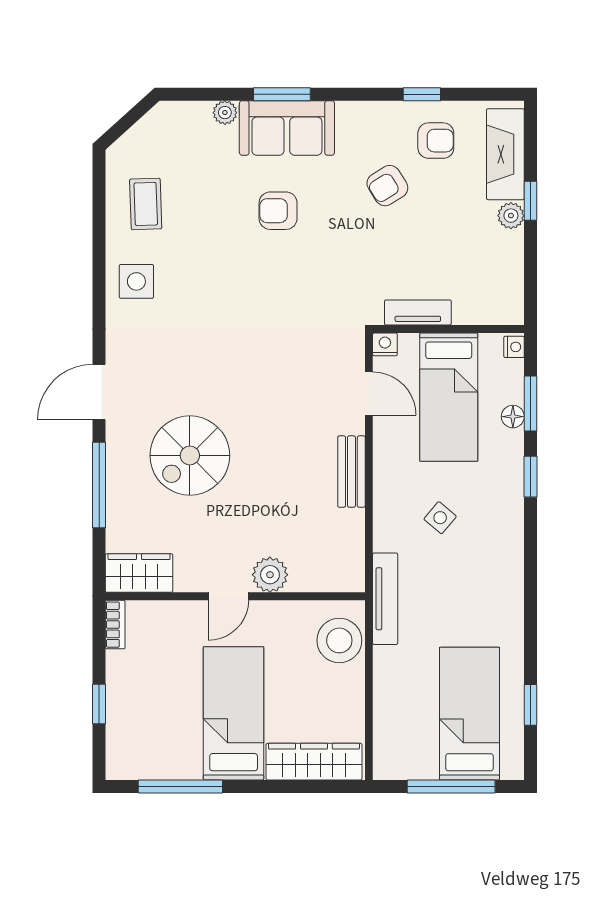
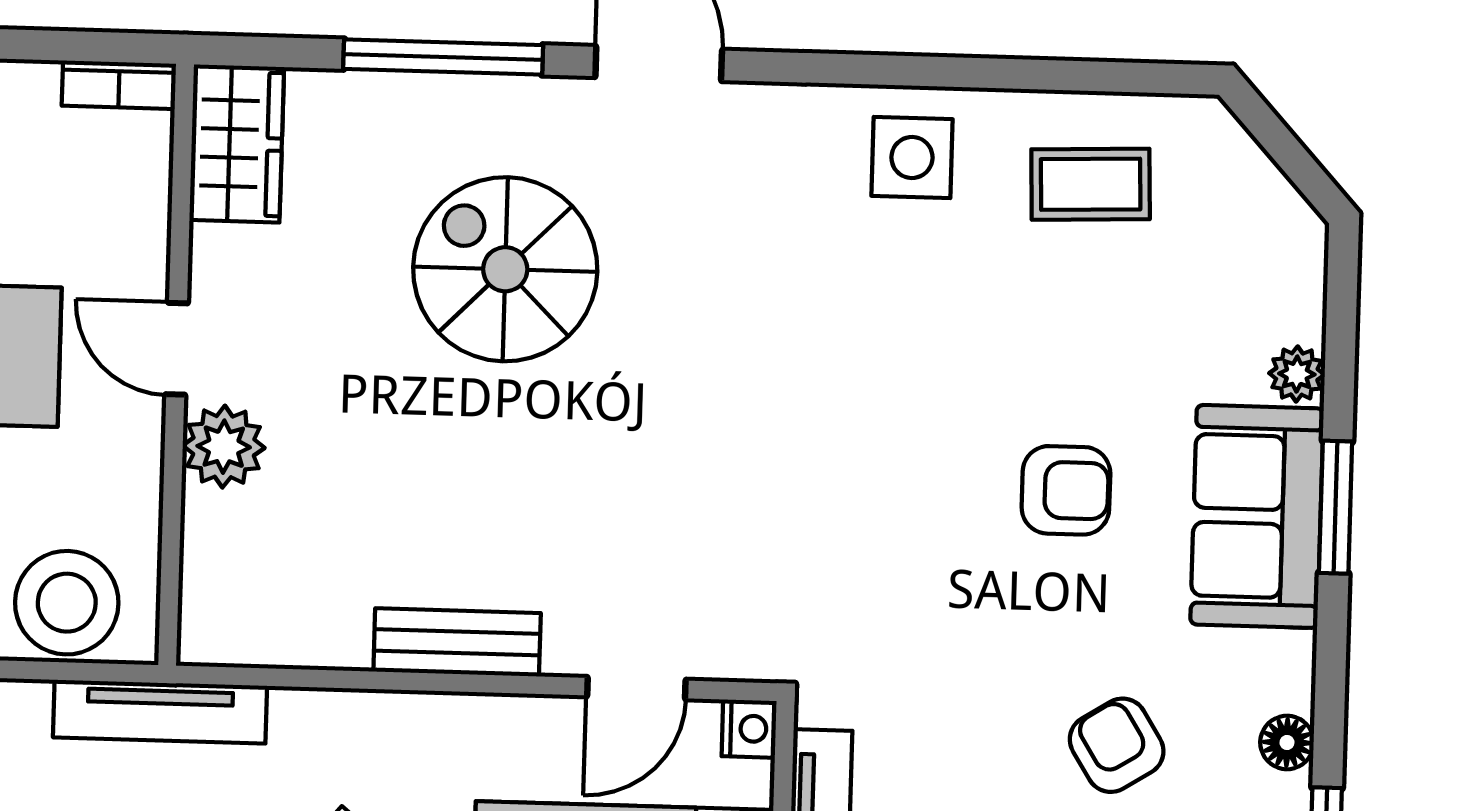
floor lamp: (384, 112) -> (1287, 742), added
armchair: (278, 211) -> (1066, 490), turned 90

